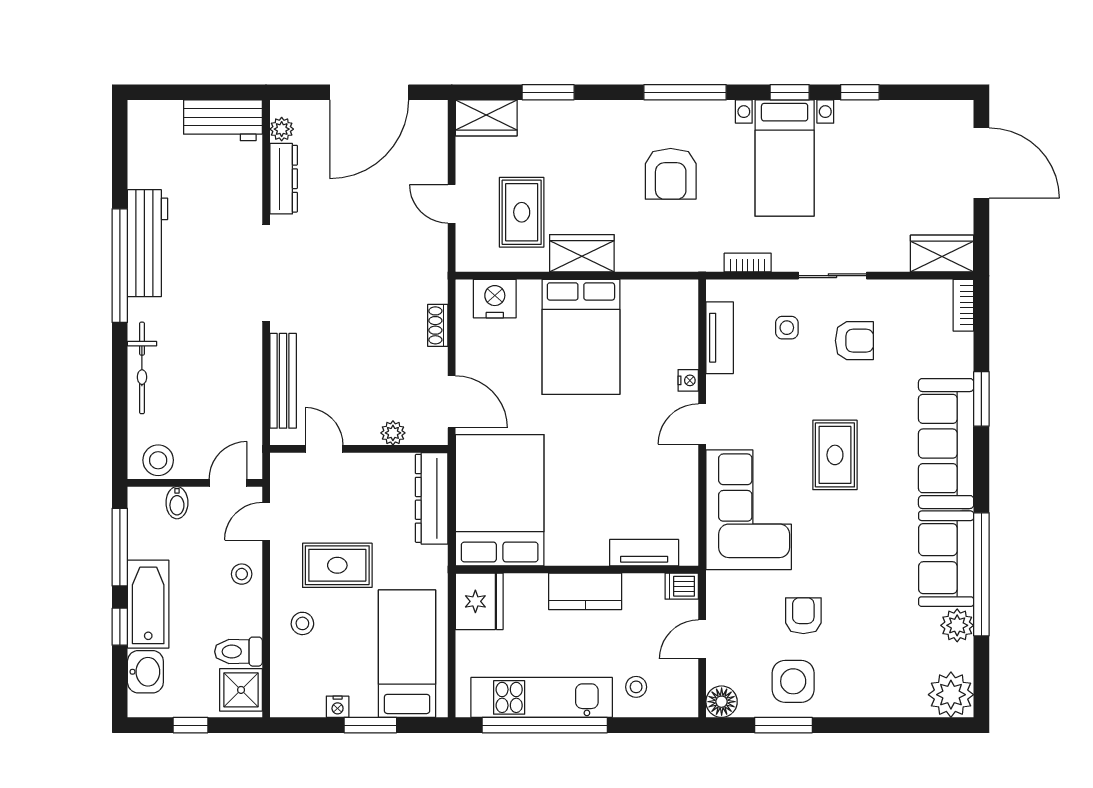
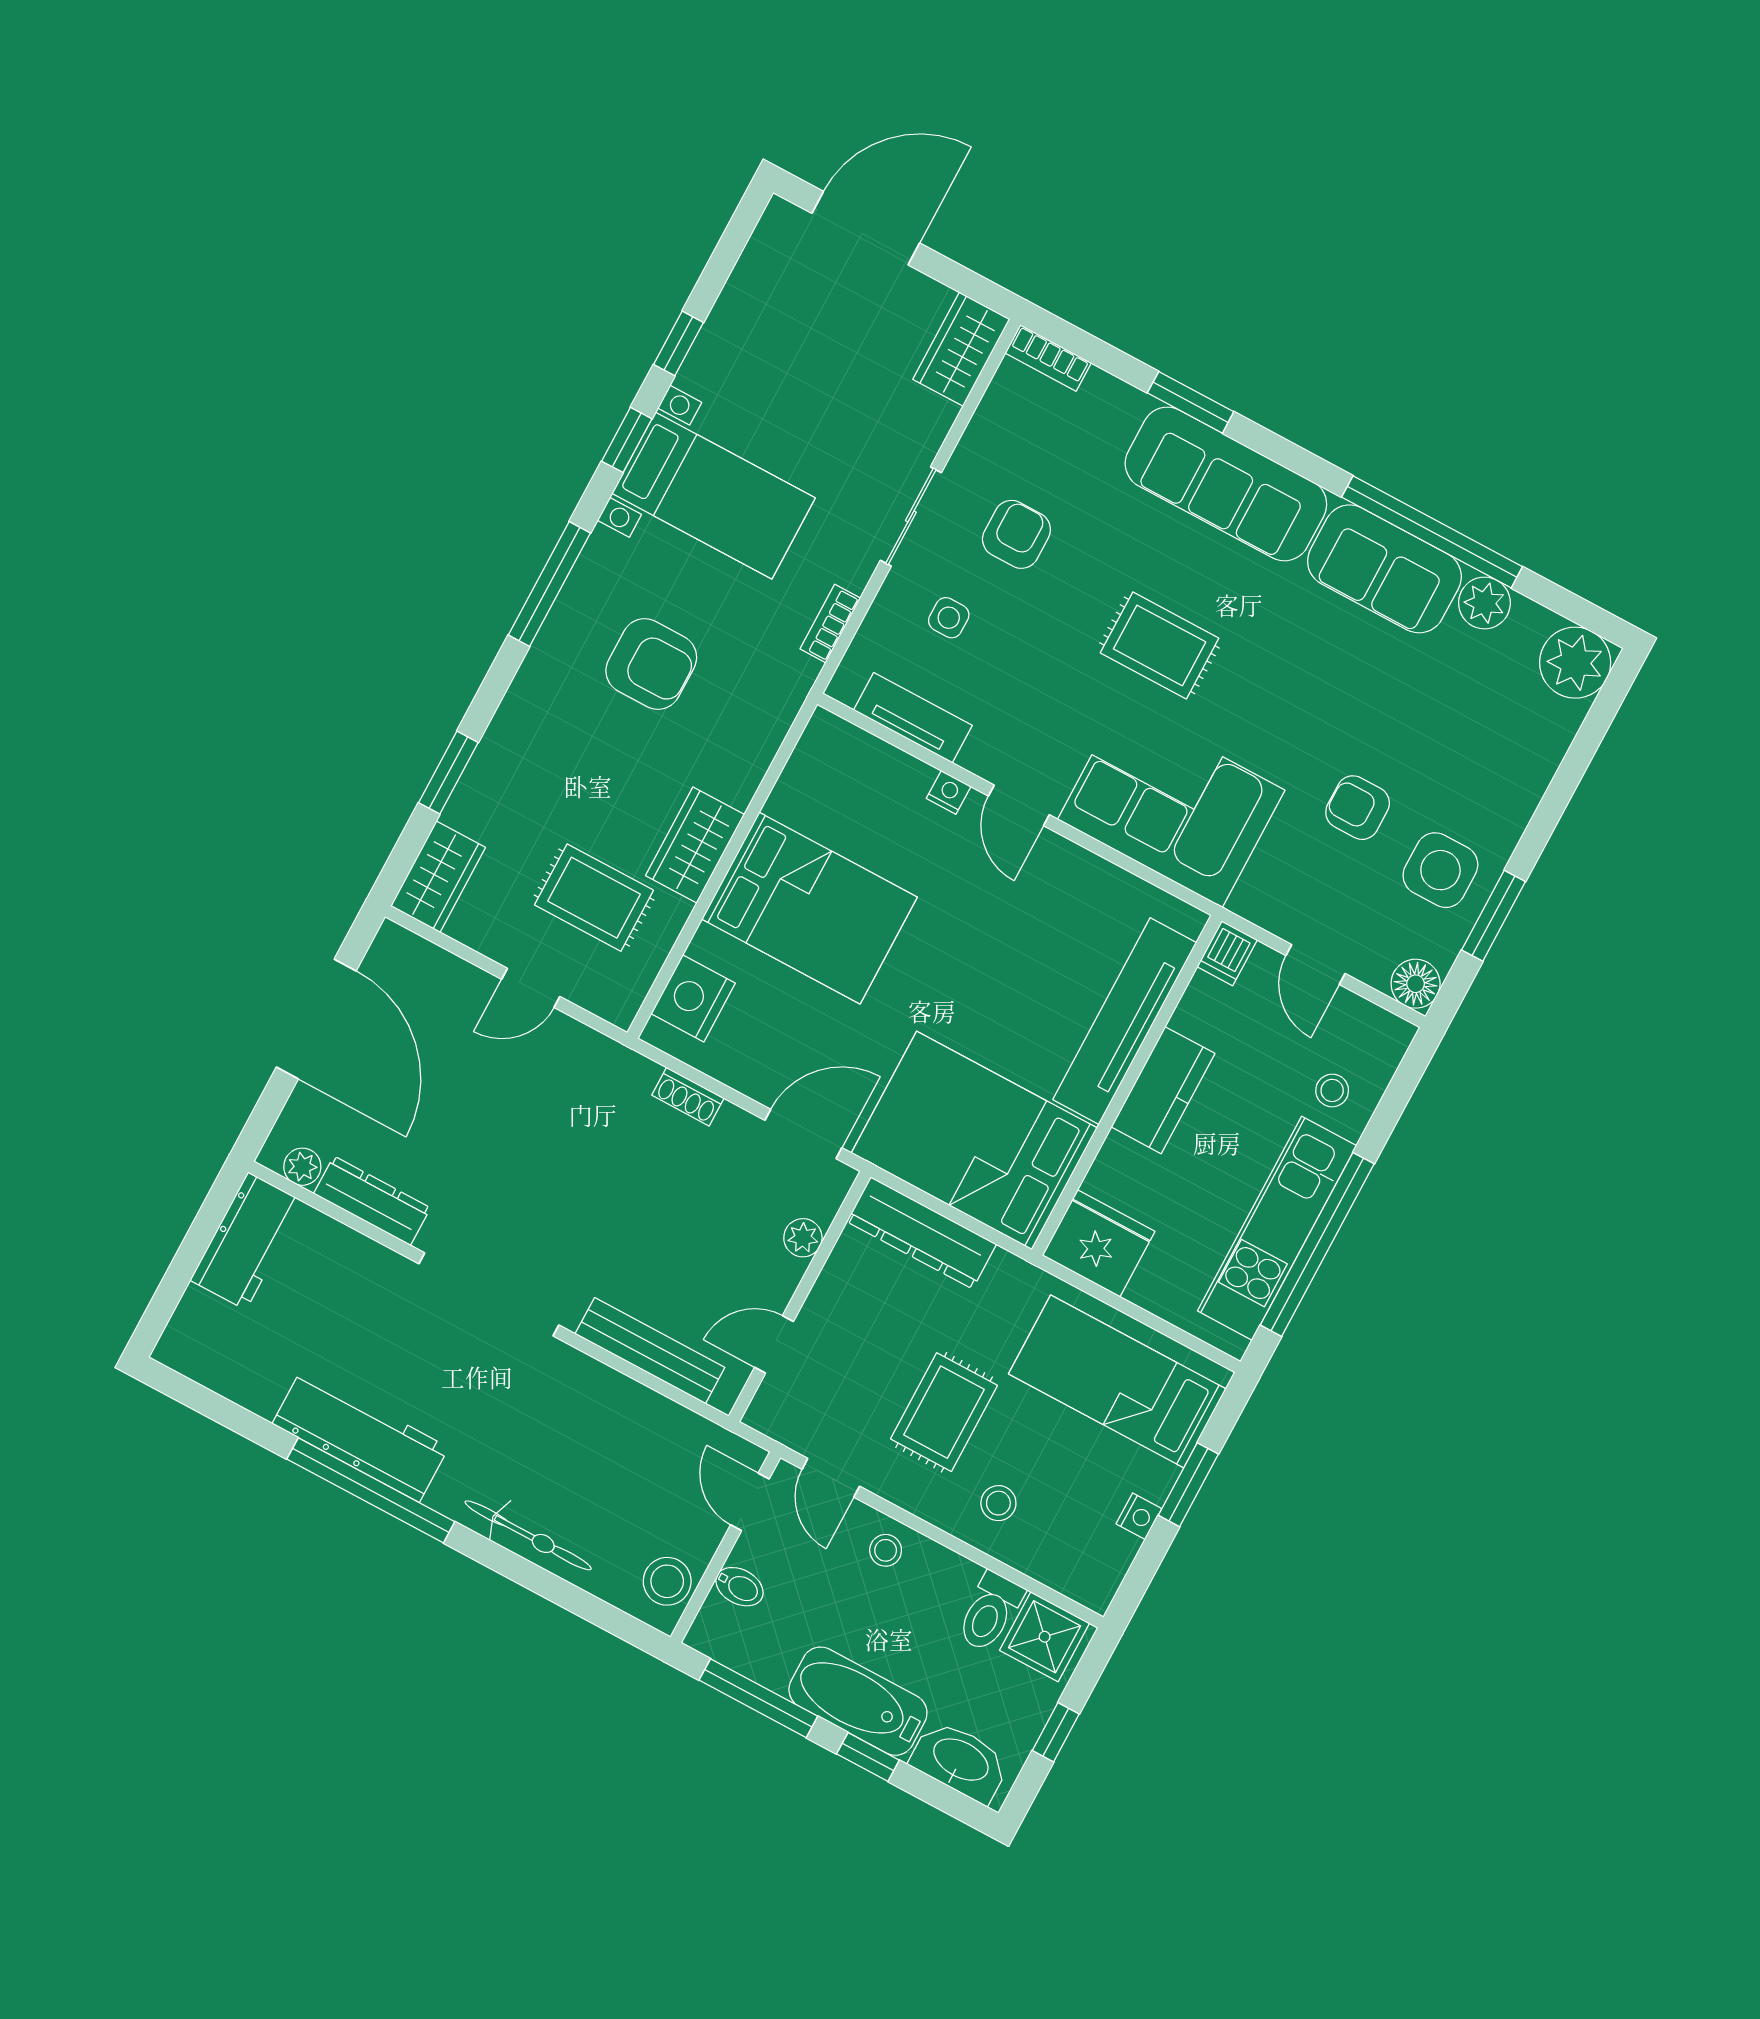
tv unit: (644, 553) -> (1125, 1021), width x1.92, depth x1.29
washbasin: (145, 672) -> (960, 1761), width x1.38

